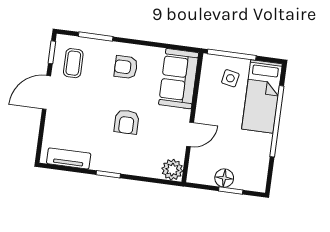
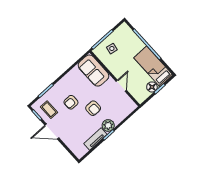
armchair: (126, 67) -> (71, 102), moved
door: (46, 92) -> (52, 132), hinge flipped
bed: (262, 96) -> (153, 66), moved, turned 180
tv unit: (69, 158) -> (95, 139), moved
plant: (172, 170) -> (108, 125), moved

